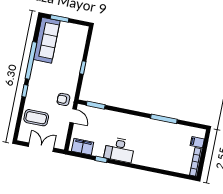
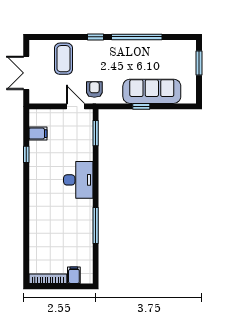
sofa: (47, 40) -> (152, 91), moved, turned 180
door: (73, 116) -> (76, 106), swing flipped
double door: (41, 147) -> (26, 73), swing flipped
filing cabinet: (83, 147) -> (38, 134), width x0.50
desk: (119, 150) -> (78, 180), moved, turned 180

